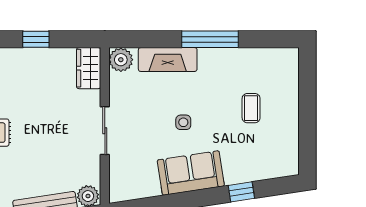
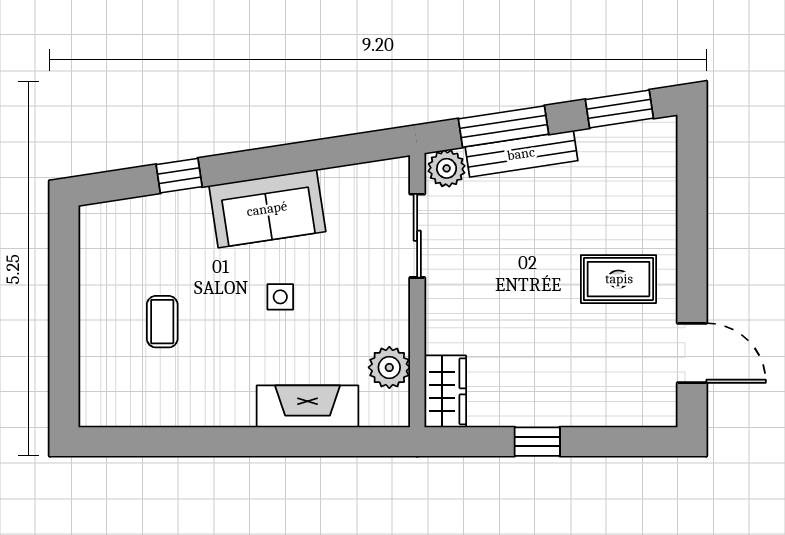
window: (210, 39) -> (234, 442), removed
plant: (121, 60) -> (389, 367), moved
sliding door: (105, 131) -> (417, 236), moved

